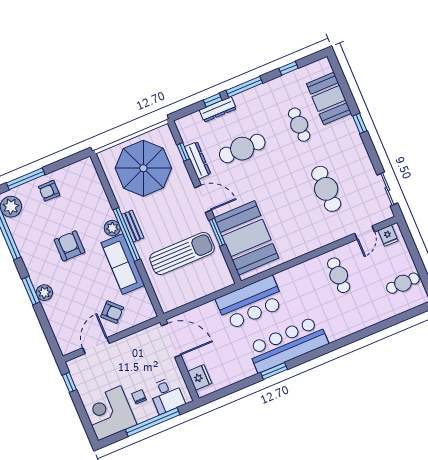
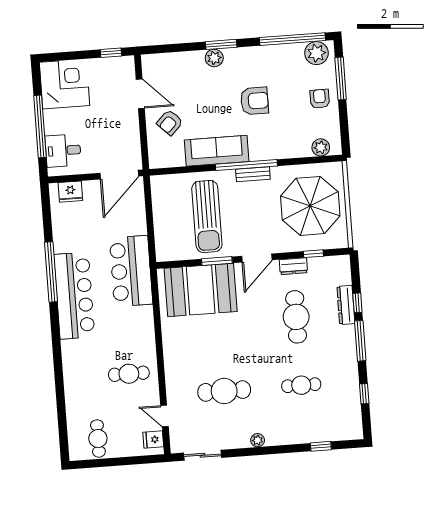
booth: (329, 98) -> (318, 426), removed
window: (360, 123) -> (321, 446), moved
plant: (359, 146) -> (258, 440), added
dresser: (198, 160) -> (293, 266), width x0.70
plant: (112, 228) -> (321, 147), moved
window: (274, 371) -> (51, 272), width x2.11
chair: (139, 397) -> (71, 121), removed

